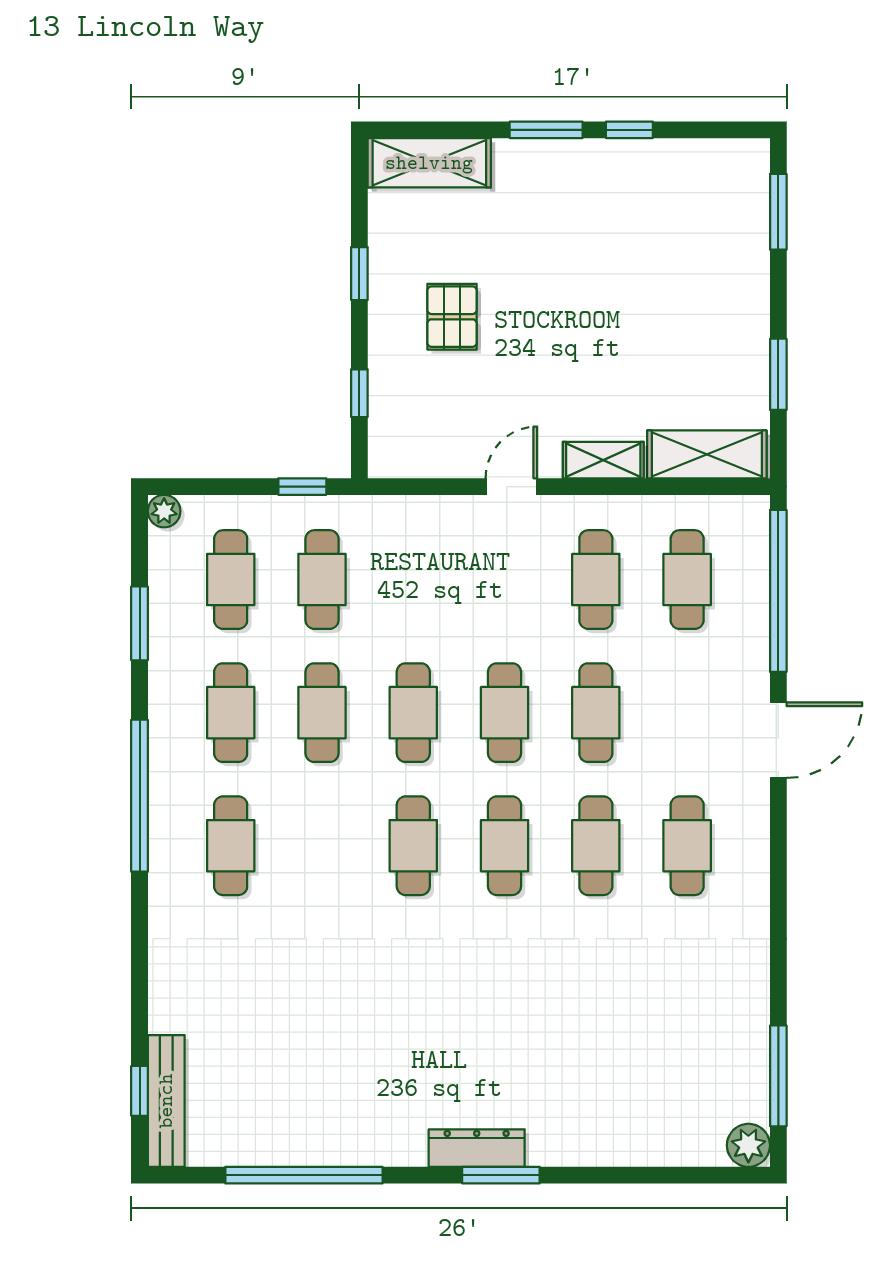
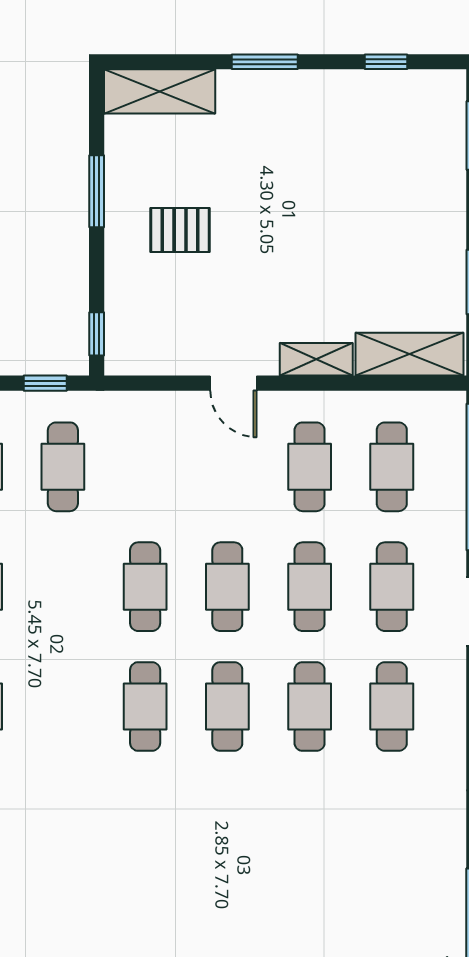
window: (629, 130) -> (386, 62), moved
window: (359, 274) -> (97, 191), width x1.50
pallet: (452, 317) -> (180, 230), turned 90
window: (359, 393) -> (97, 334), moved
door: (511, 487) -> (233, 383), swing flipped
cafe table: (322, 713) -> (392, 587), moved

